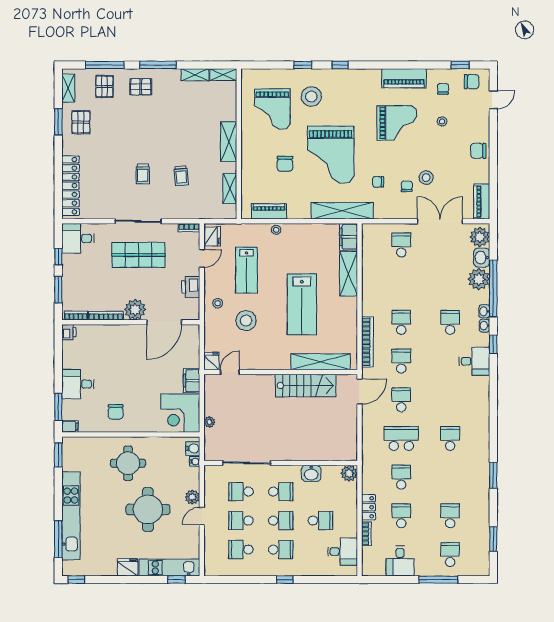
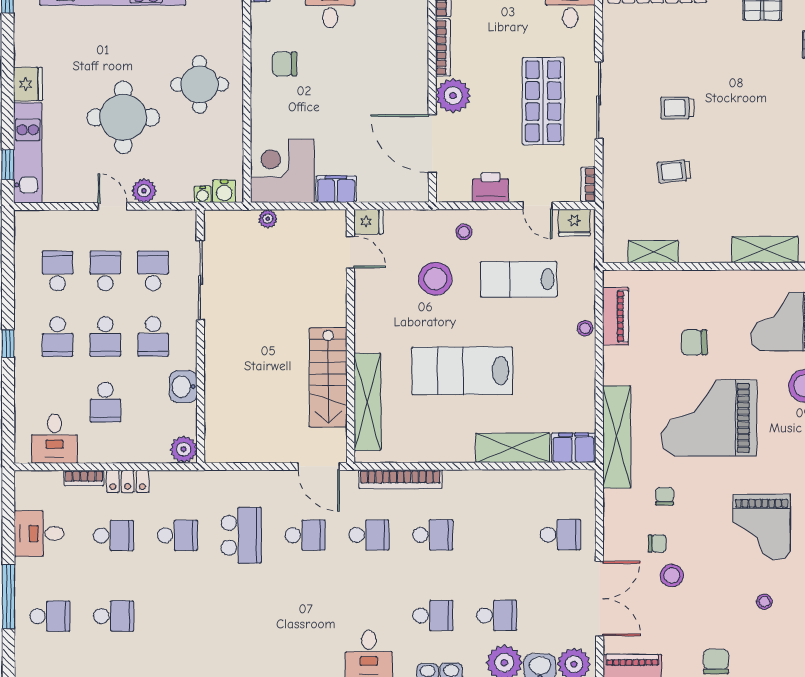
shelving: (229, 142) -> (765, 250), moved
school desk: (450, 438) -> (497, 615), moved

